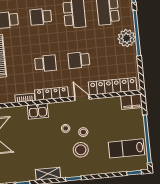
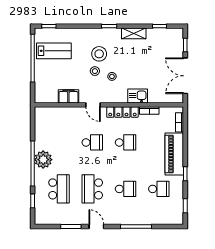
school desk: (45, 63) -> (126, 142), turned 180
locker: (113, 86) -> (62, 113), removed
filing cabinet: (131, 102) -> (68, 96), moved

